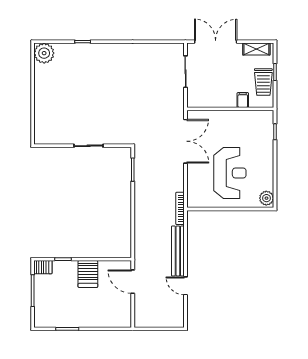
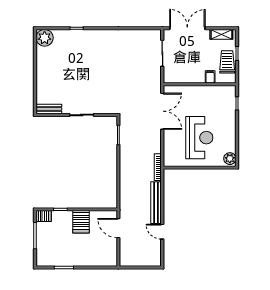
trolley: (263, 82) -> (227, 62), turned 180
bench: (49, 139) -> (49, 109), added

